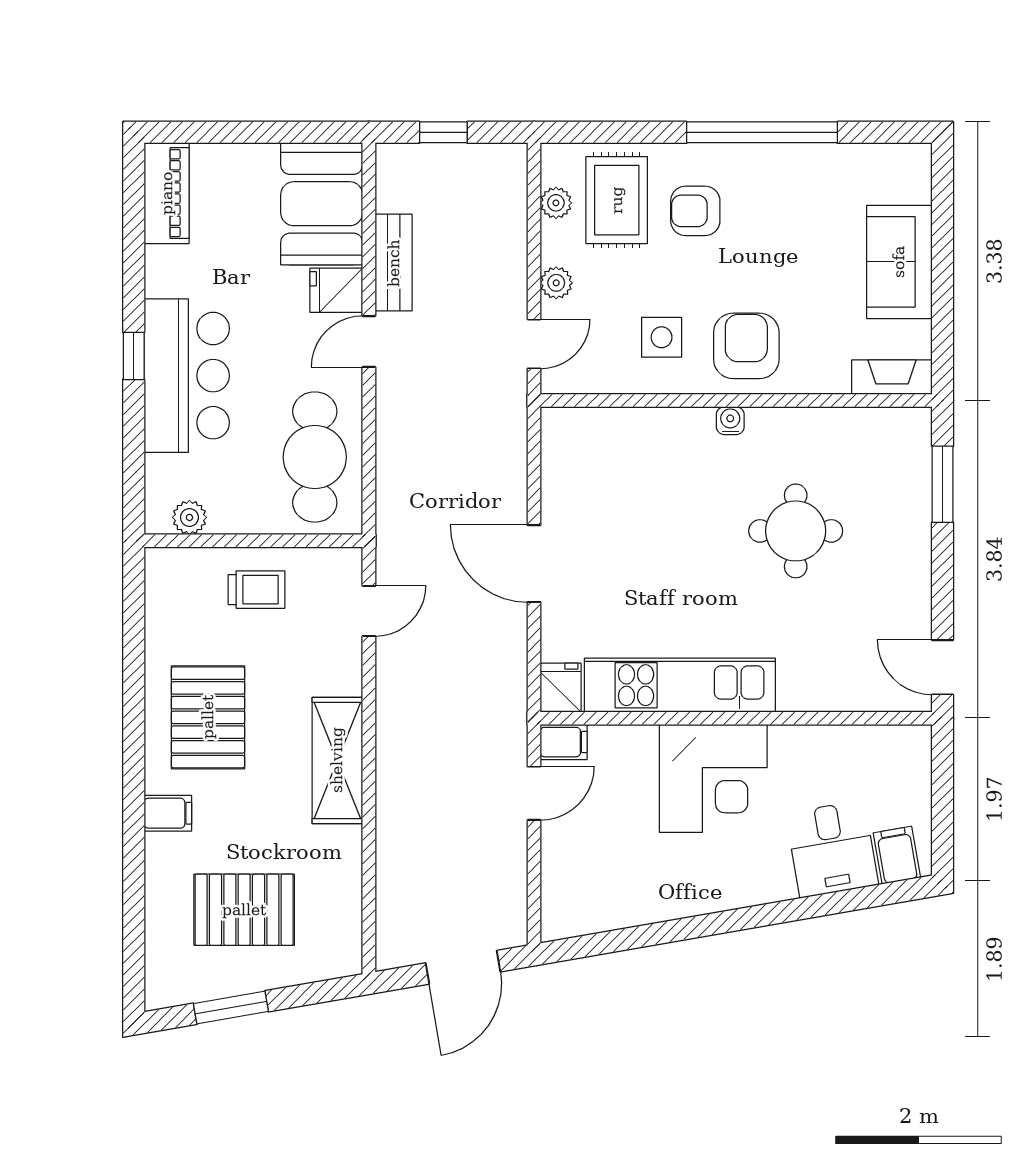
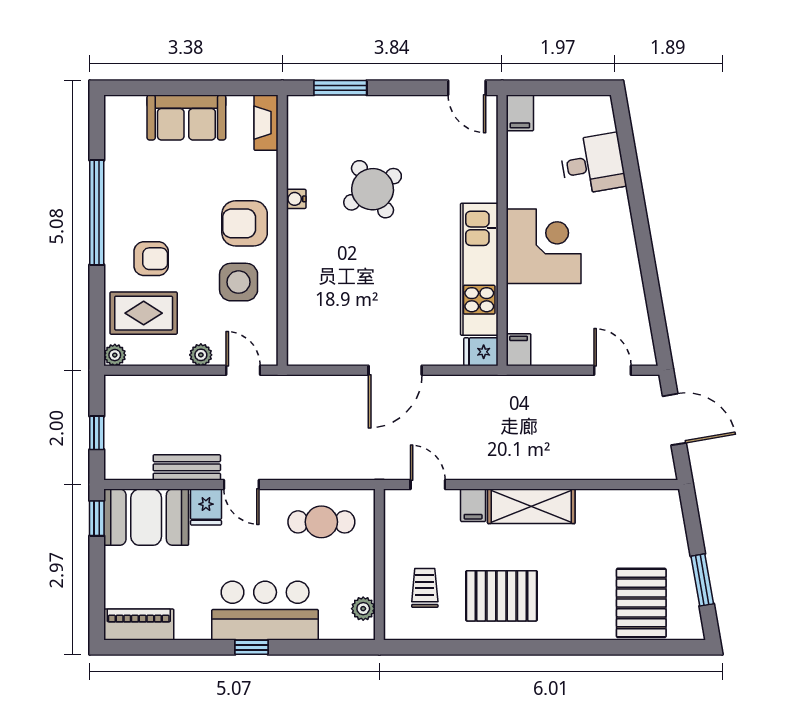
window: (320, 132) -> (97, 518), added
plant: (556, 203) -> (115, 355), moved
armchair: (695, 211) -> (151, 259), turned -90
side table: (662, 337) -> (239, 282), width x1.37, depth x1.37
water cooler: (730, 421) -> (296, 199), moved
cafe table: (315, 457) -> (321, 522), width x0.73, depth x0.74
round table: (796, 531) -> (373, 189), turned -32
trolley: (257, 590) -> (425, 588), moved
door: (943, 667) -> (467, 88), hinge flipped
door: (534, 793) -> (613, 370), moved
filing cabinet: (168, 813) -> (473, 505), moved, turned 180
filing cabinet: (897, 855) -> (520, 113), moved, turned -80
pallet: (244, 910) -> (641, 603), moved

